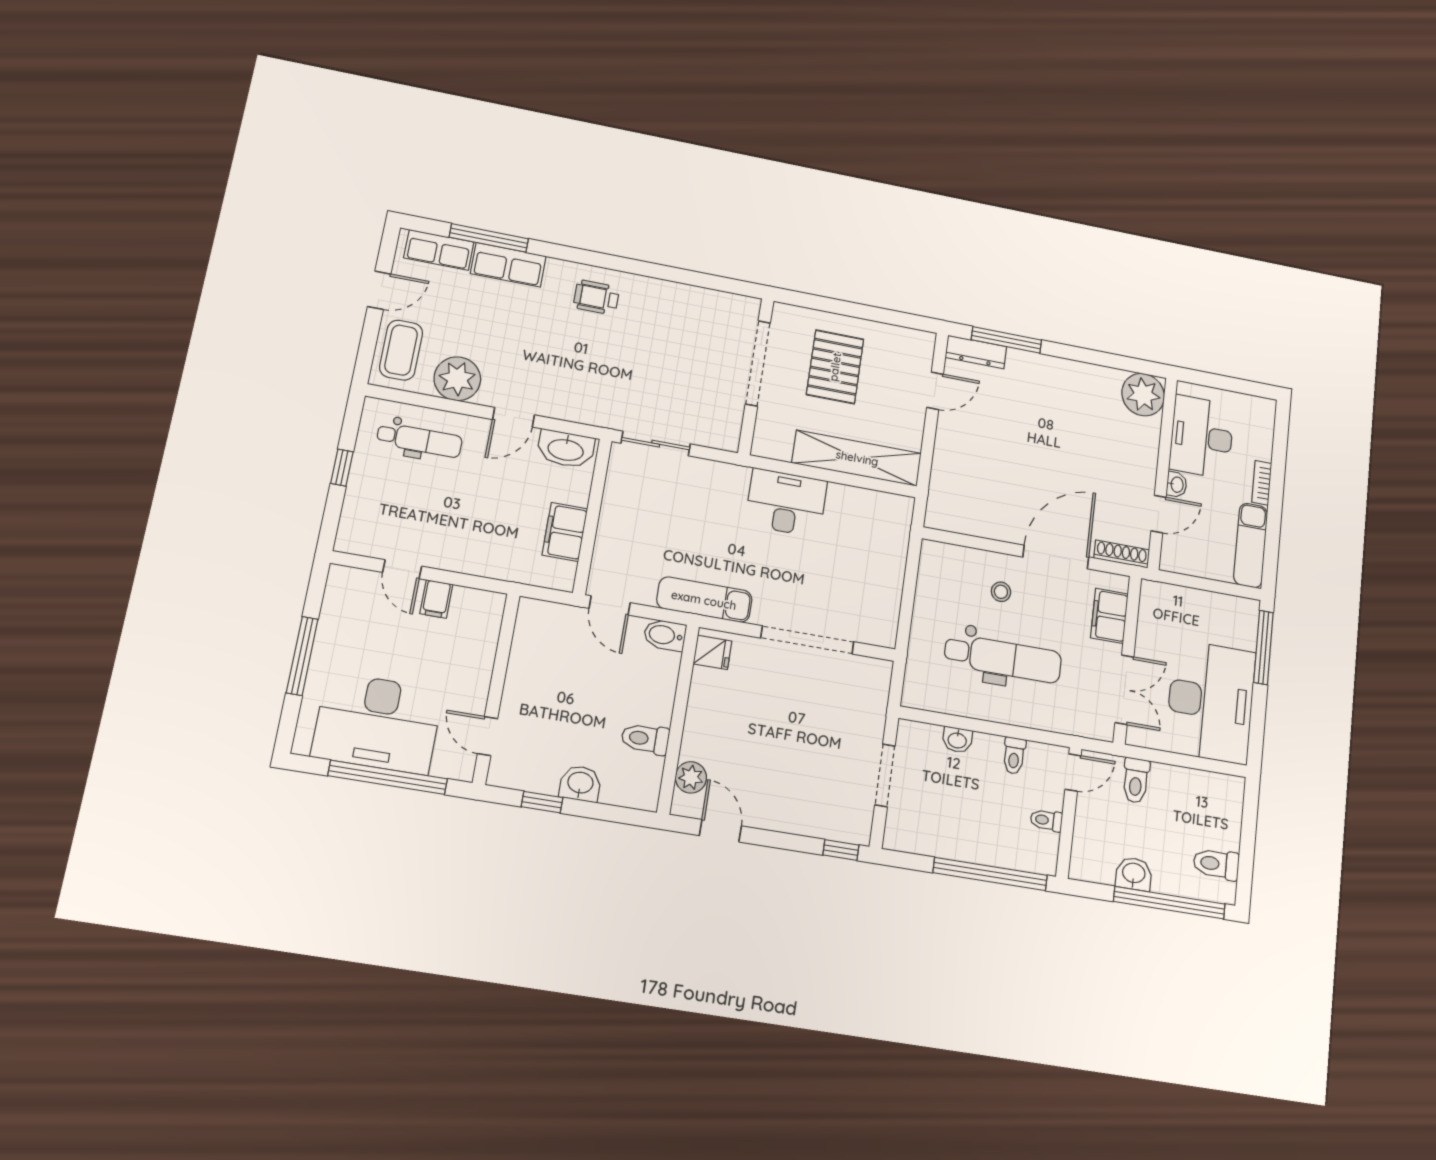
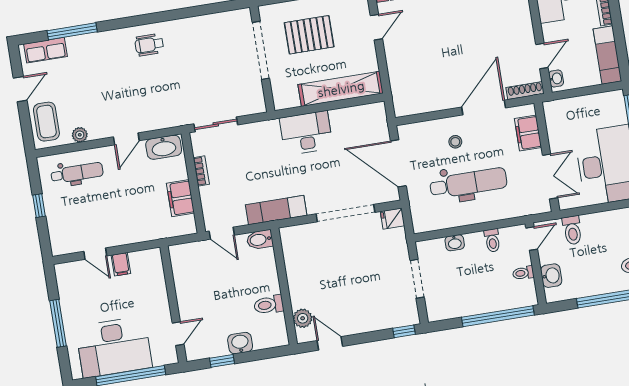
row of seats: (508, 265) -> (90, 44), removed
pallet: (835, 367) -> (309, 35), turned 90
plant: (457, 379) -> (80, 135), width x0.53, depth x0.53
washbasin: (1177, 485) -> (556, 79), moved
bookcase: (610, 503) -> (201, 171), added
door: (909, 594) -> (398, 163), added
fridge: (712, 652) -> (393, 219), moved, turned 180
door: (488, 736) -> (178, 334), swing flipped
washbasin: (1134, 874) -> (551, 276), moved, turned 90

